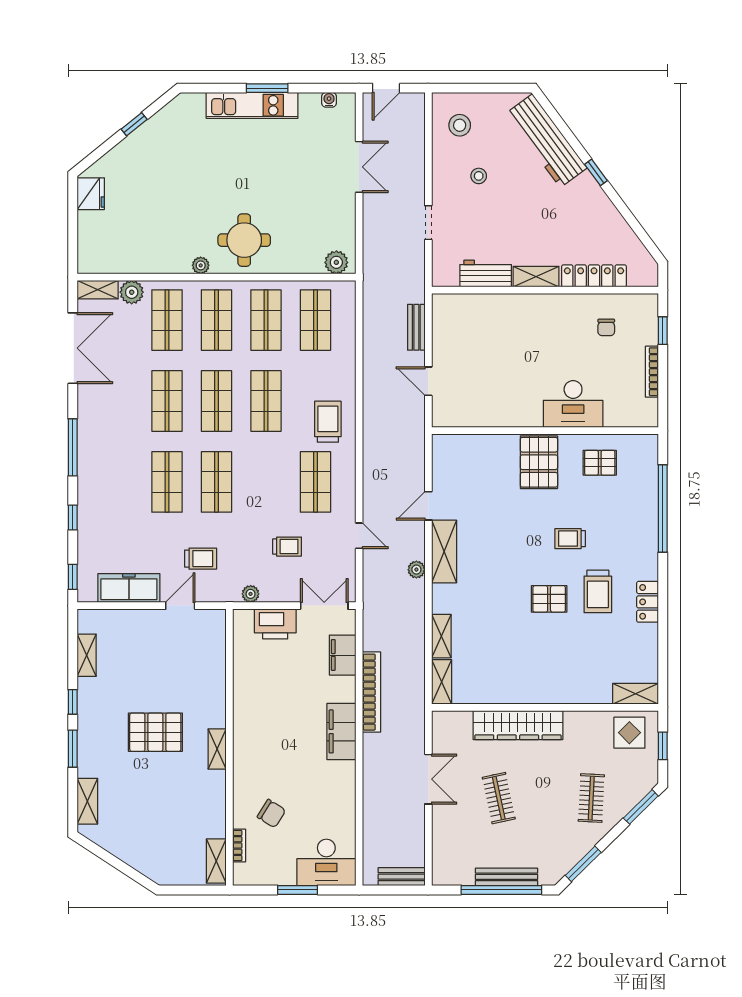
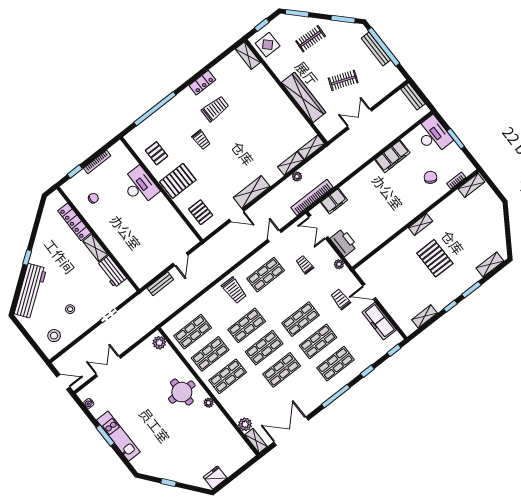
shop shelf: (167, 320) -> (335, 364), moved
trolley: (328, 422) -> (234, 290), turned -90
plant: (416, 570) -> (297, 177), moved
pallet: (549, 599) -> (201, 212), moved
bookcase: (371, 692) -> (312, 197), moved
filing cabinet: (341, 731) -> (392, 156), moved
clothes rail: (499, 798) -> (343, 80), turned 33

